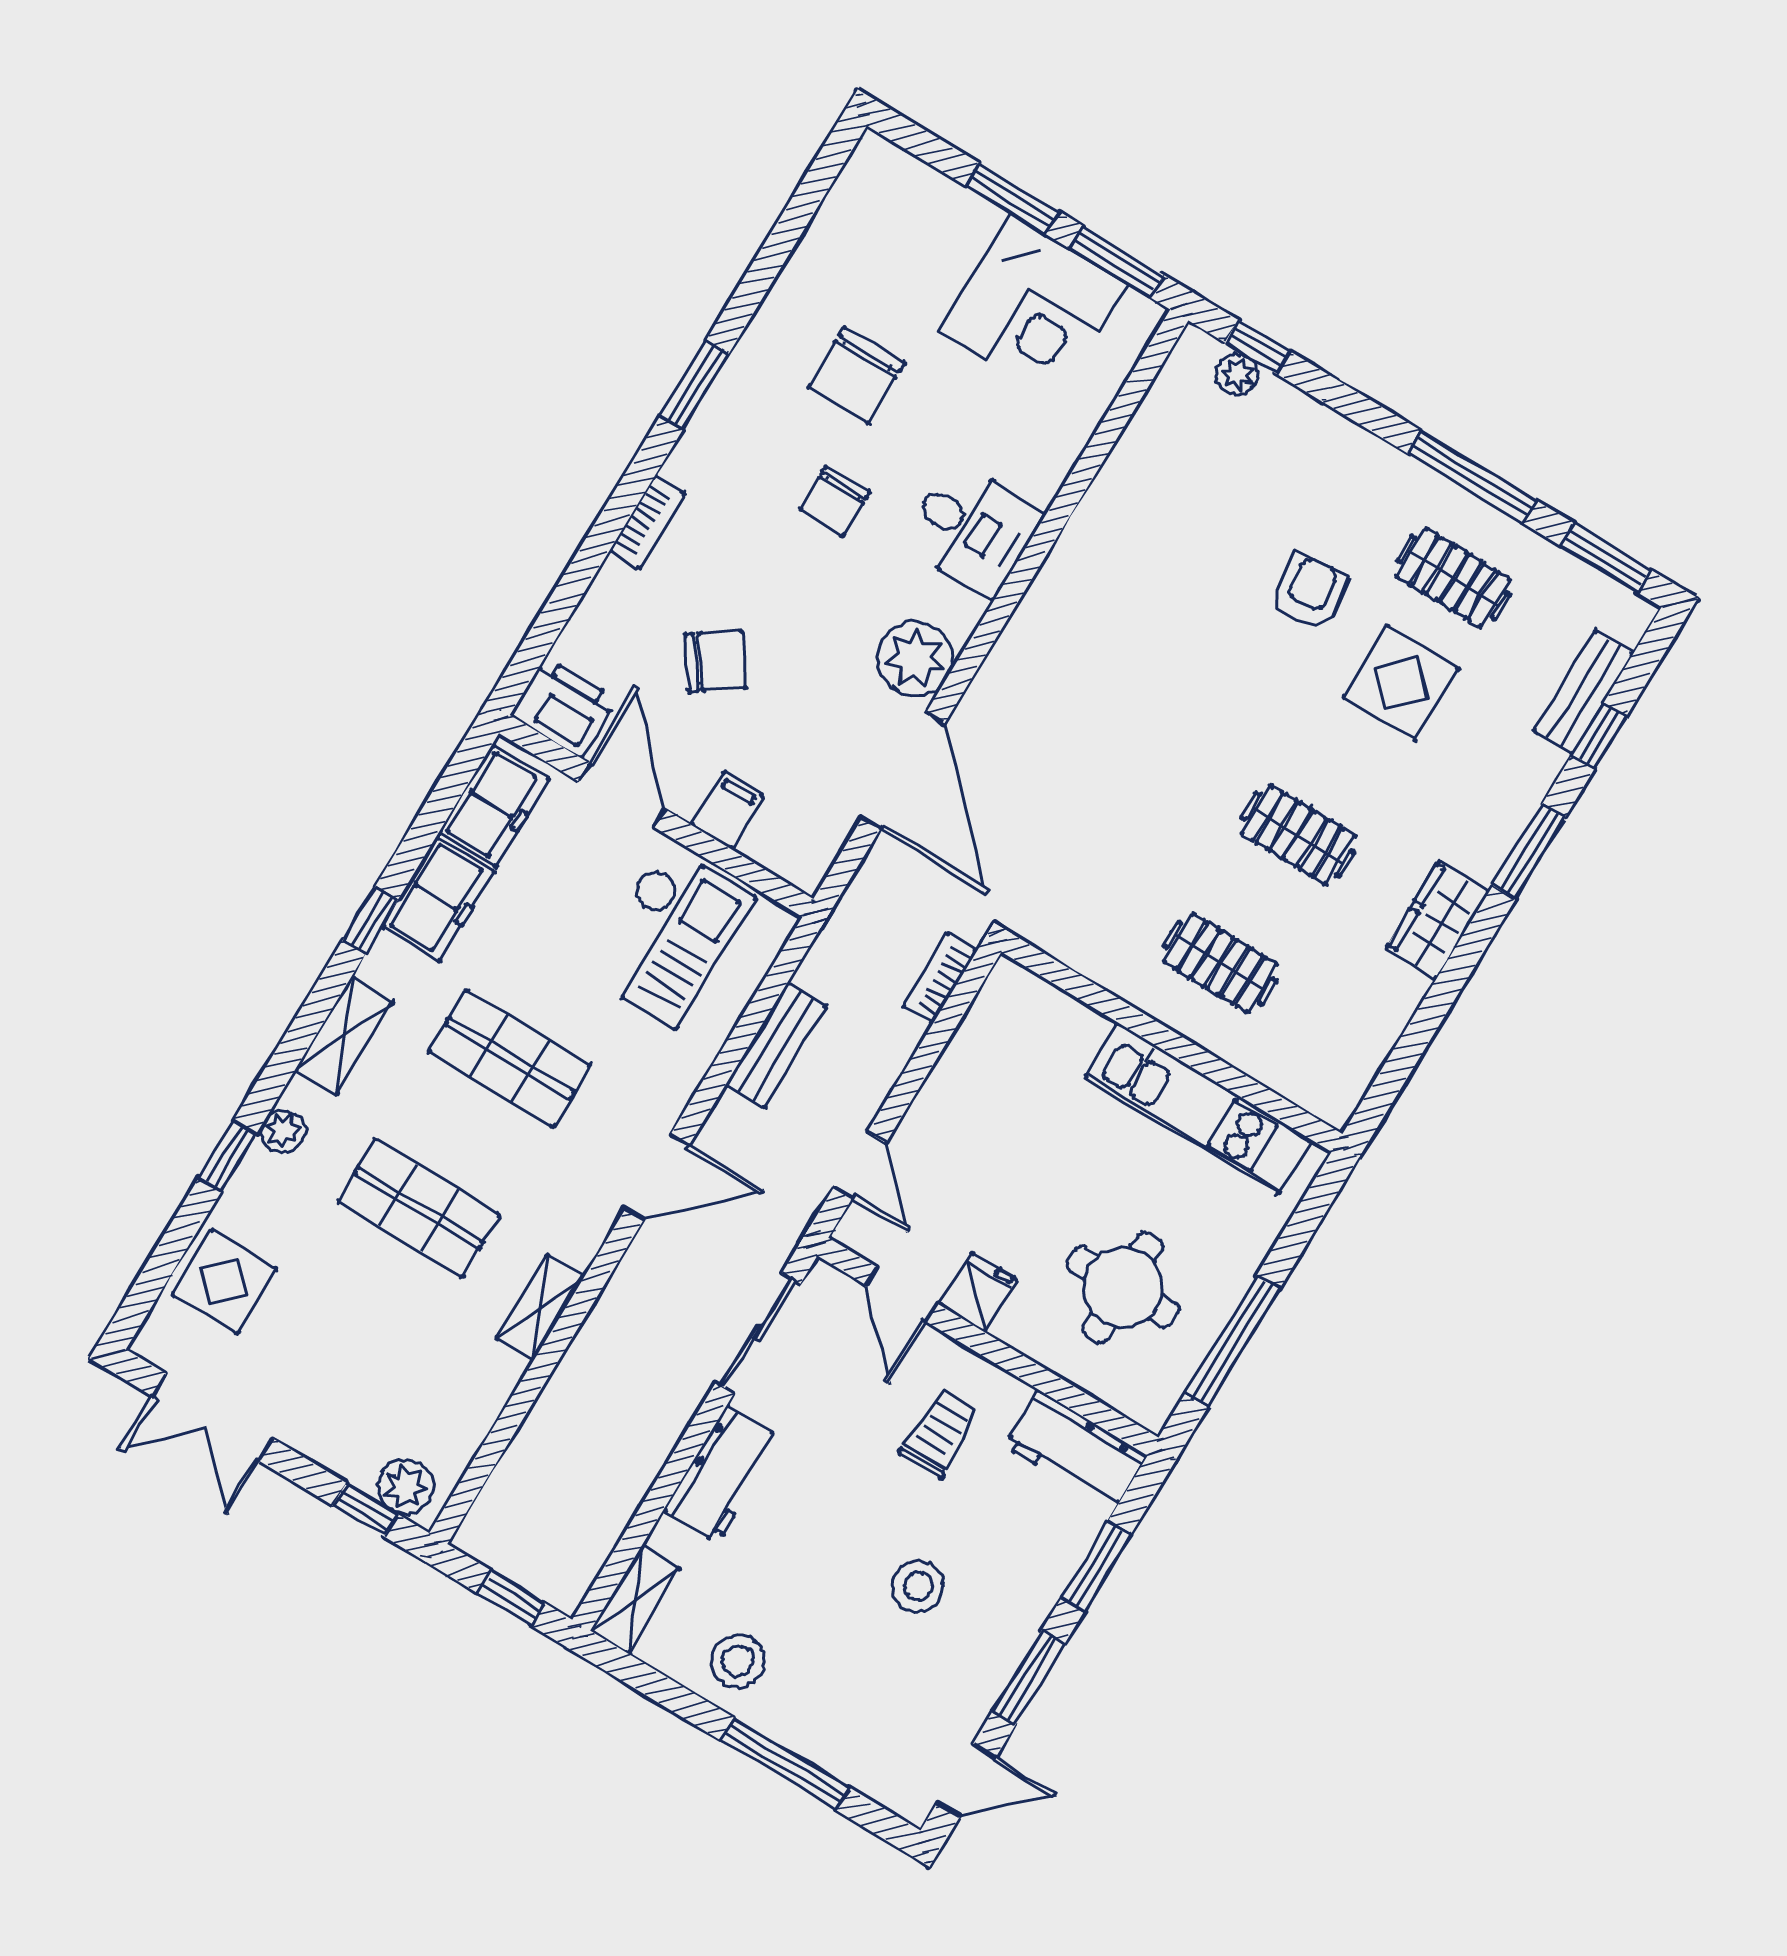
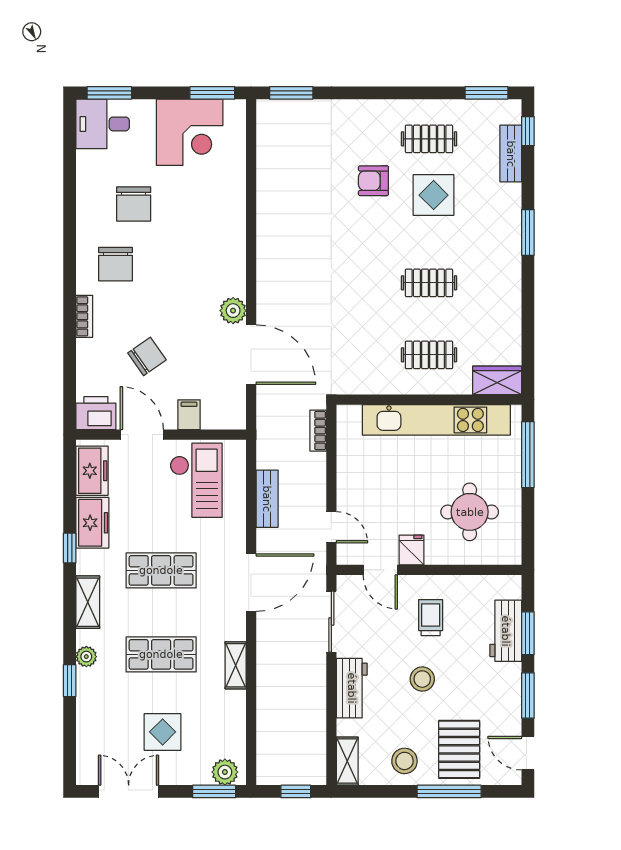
window: (1012, 199) -> (109, 93), moved
window: (1257, 347) -> (291, 93), width x1.50
plant: (1237, 374) -> (290, 109), removed
window: (694, 385) -> (70, 248), removed
window: (1472, 477) -> (411, 93), removed
chair: (835, 501) -> (115, 264), moved, width x1.37, depth x1.37
desk: (972, 529) -> (103, 124), moved, turned 180
armchair: (1309, 593) -> (373, 181), turned -83
plant: (915, 659) -> (233, 311), width x0.73, depth x0.73
window: (1599, 736) -> (528, 131), moved
wardrobe: (1438, 920) -> (497, 380), moved, turned 90
kitchen unit: (1198, 1108) -> (436, 420), width x1.36
door: (657, 1177) -> (251, 583), width x1.36
display table: (225, 1281) -> (163, 732), moved
window: (1232, 1341) -> (528, 455), moved
double door: (213, 1417) -> (129, 791), swing flipped
workbench: (1076, 1451) -> (506, 631), moved, turned 90
window: (365, 1510) -> (214, 791), width x1.50
stool: (918, 1586) -> (422, 679), moved
pallet: (848, 1699) -> (459, 749), added
door: (966, 1780) -> (528, 753), swing flipped

